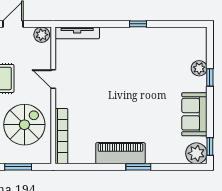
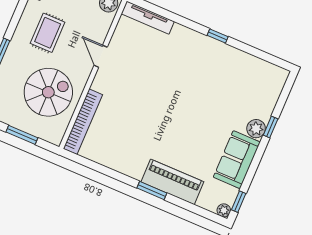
plant: (199, 68) -> (256, 129), moved
piano: (120, 153) -> (172, 182), moved
plant: (196, 153) -> (224, 210), width x0.53, depth x0.53

